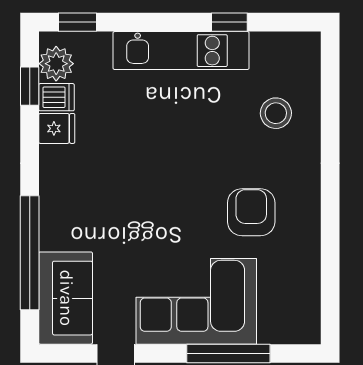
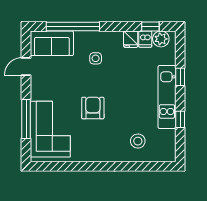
window: (78, 22) -> (180, 77), moved
side table: (98, 204) -> (96, 58), added
armchair: (251, 212) -> (93, 108), moved, turned -90
corner sofa: (196, 301) -> (50, 129), moved

